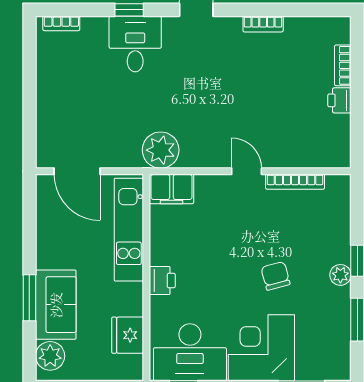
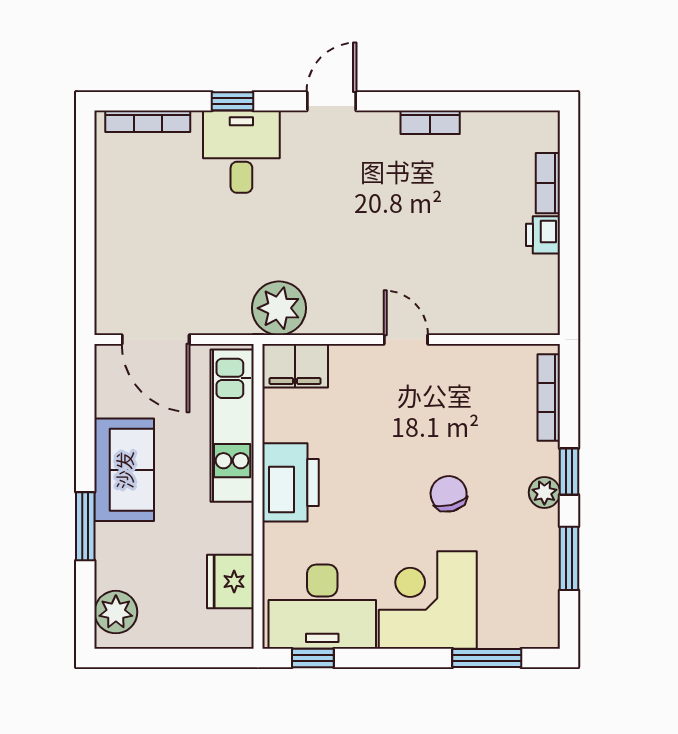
bookcase: (61, 23) -> (148, 121), width x1.56
bookcase: (295, 182) -> (549, 398), moved, turned 90
printer: (162, 281) -> (291, 482), width x1.87, depth x1.48
sofa: (56, 305) -> (124, 470), moved

